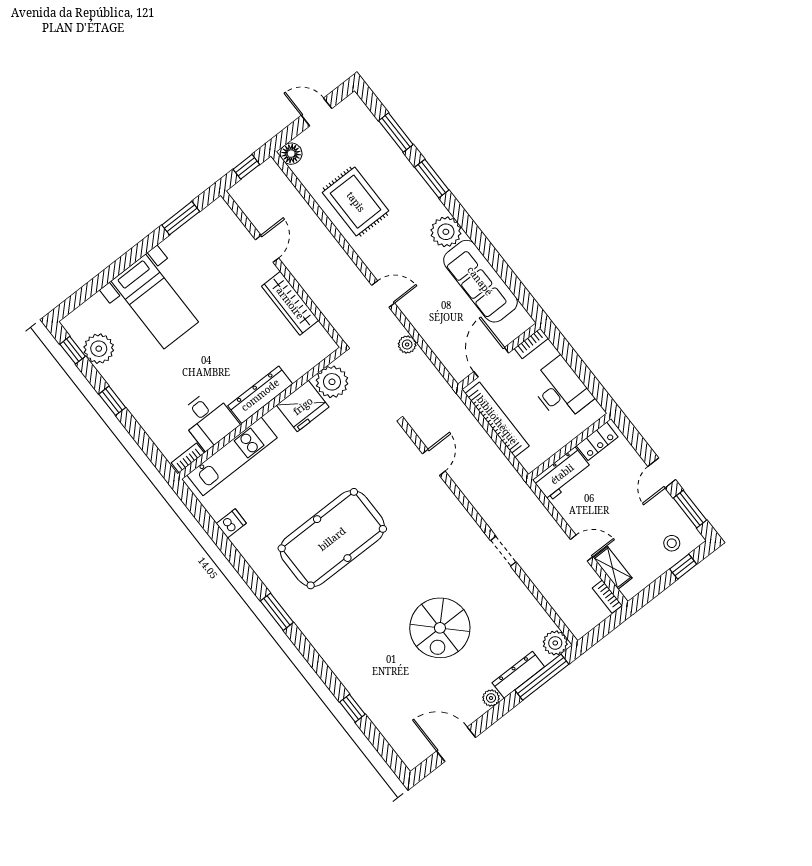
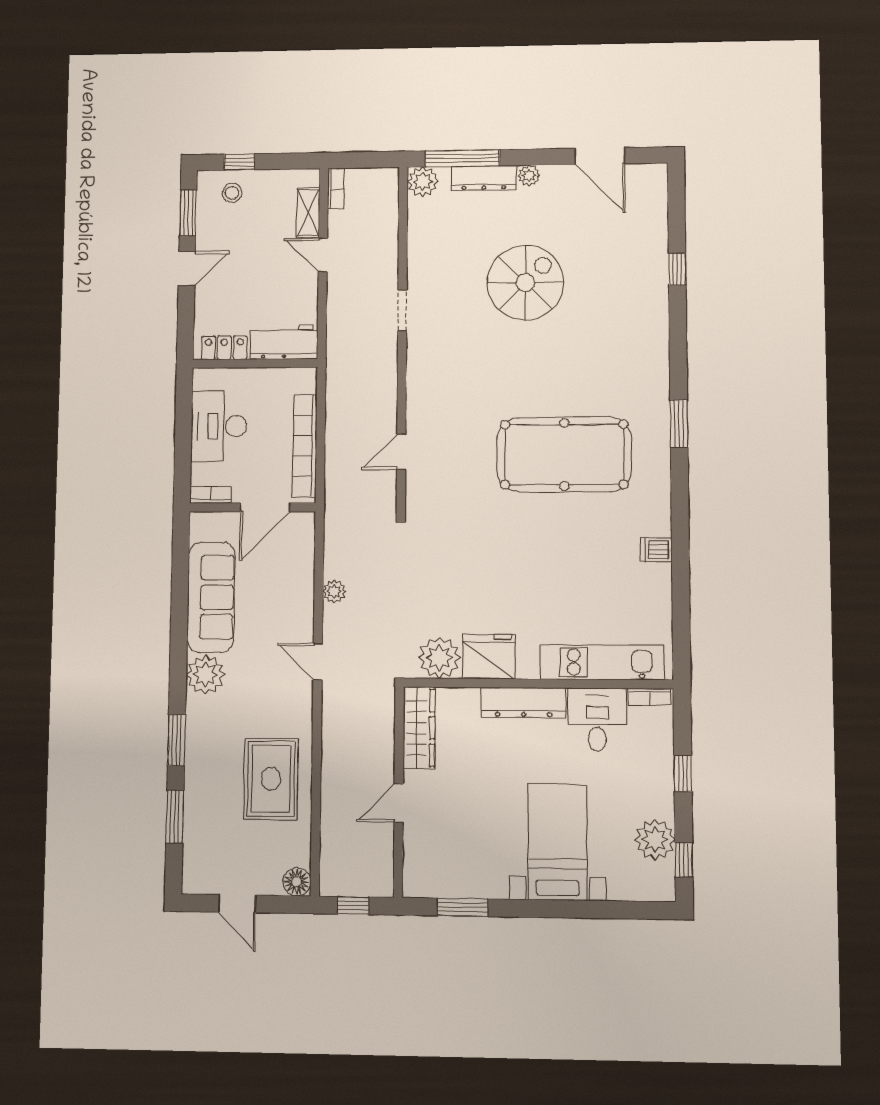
plant: (332, 382) -> (439, 658), moved
dresser: (260, 395) -> (523, 703), moved
fridge: (303, 406) -> (489, 657), moved
wall: (261, 413) -> (538, 683), moved
desk: (208, 420) -> (597, 720), moved
kitchen unit: (232, 456) -> (602, 662), moved
bookcase: (188, 458) -> (650, 697), moved

